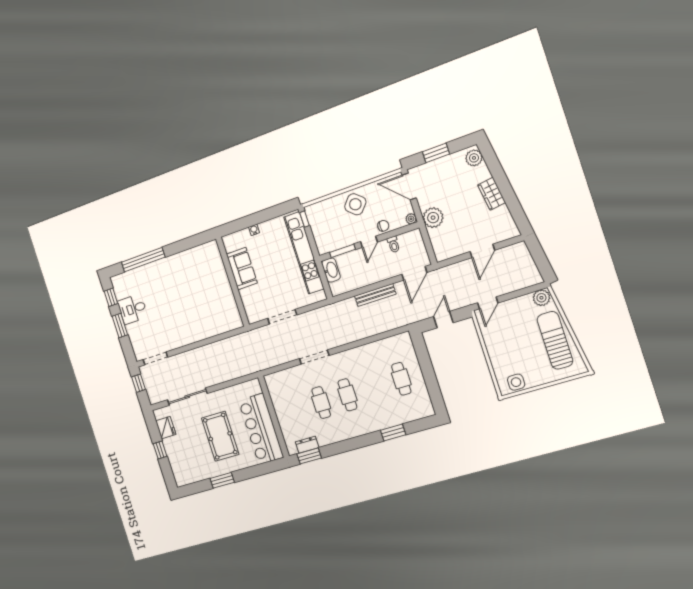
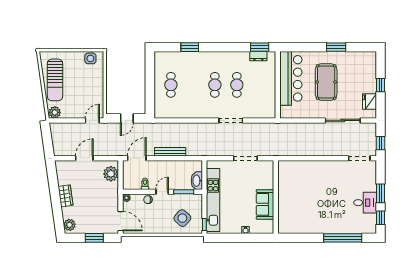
side table: (355, 204) -> (182, 218), moved
plant: (433, 218) -> (111, 174), moved

